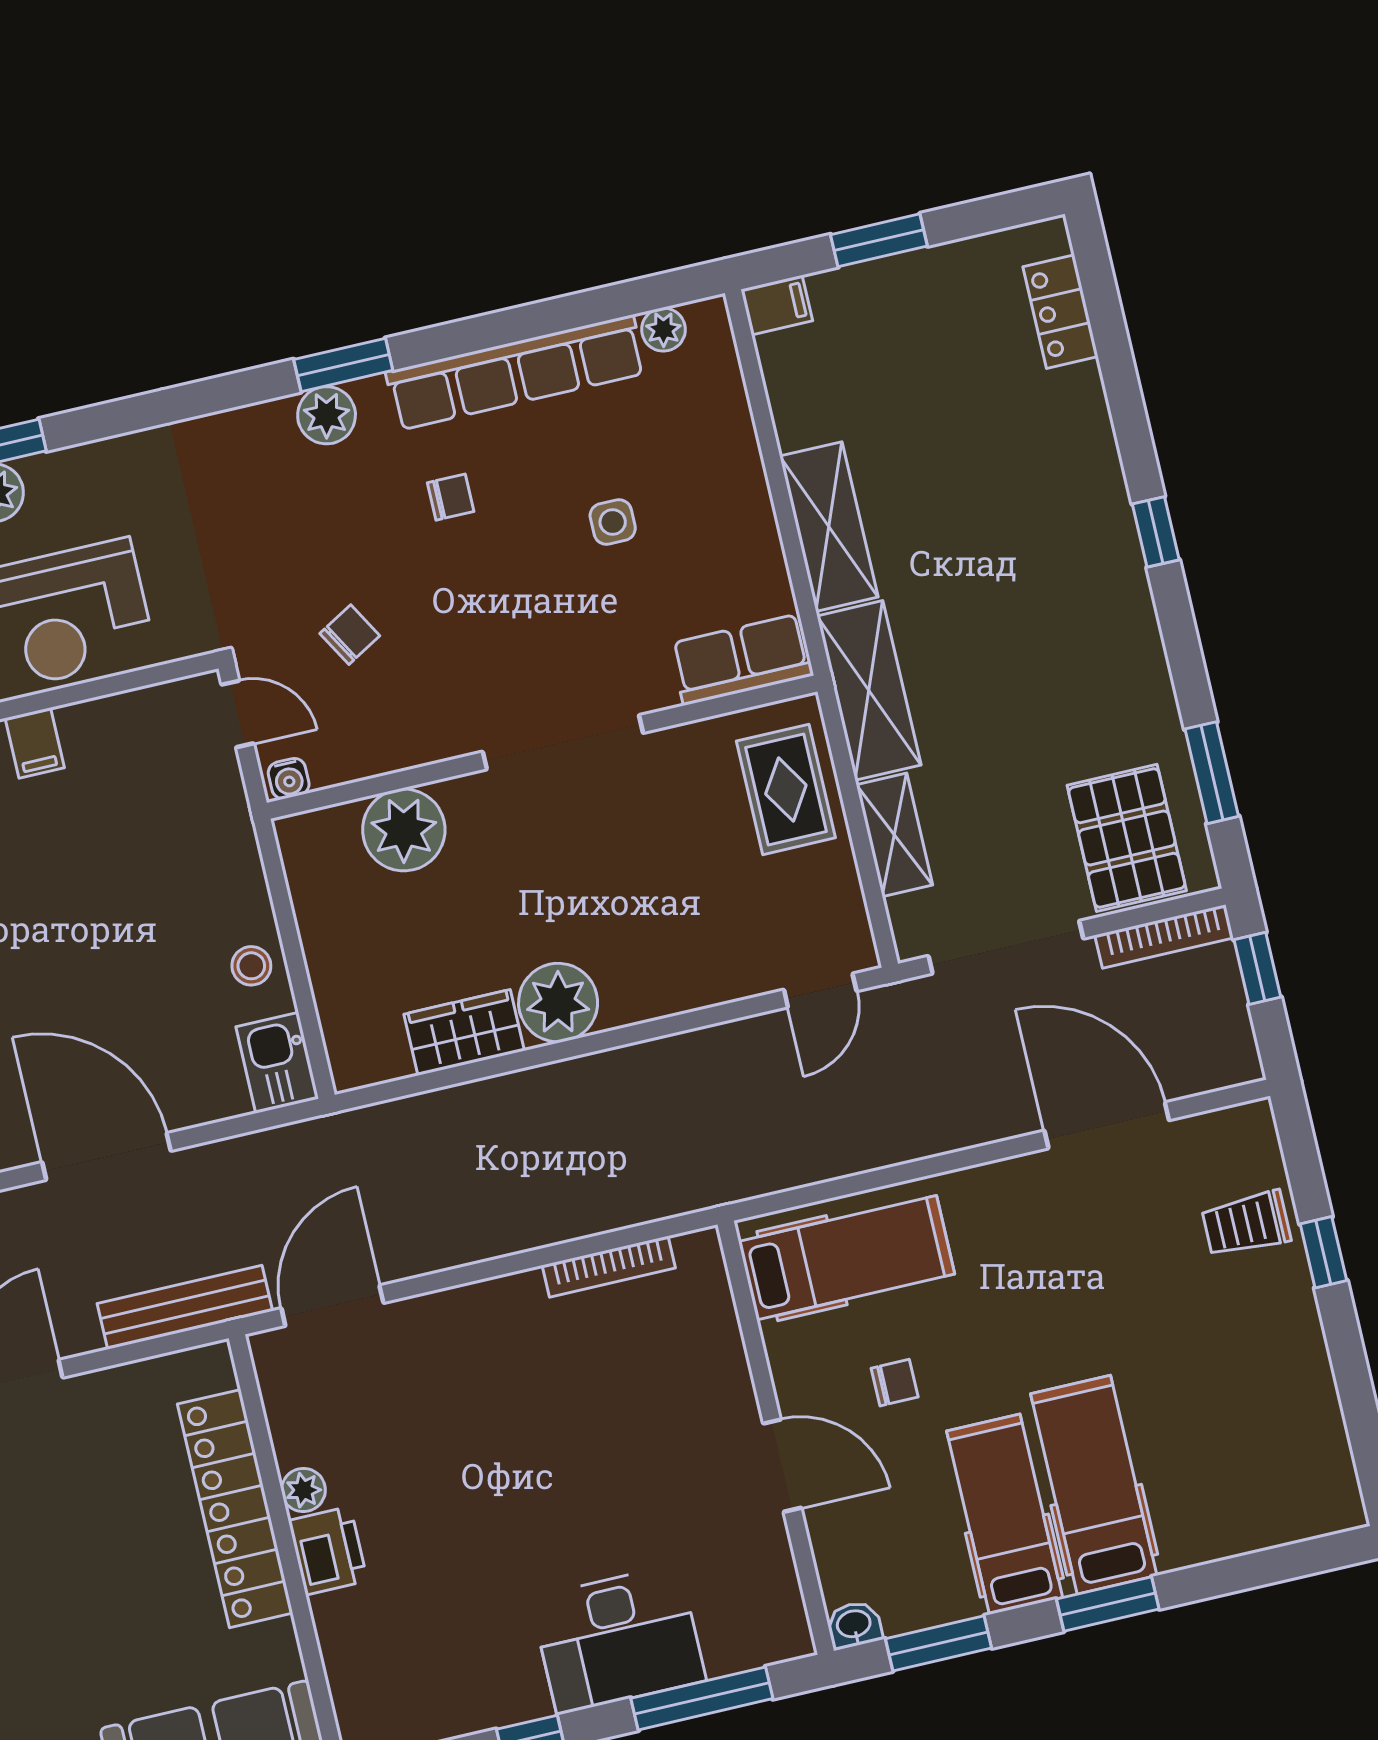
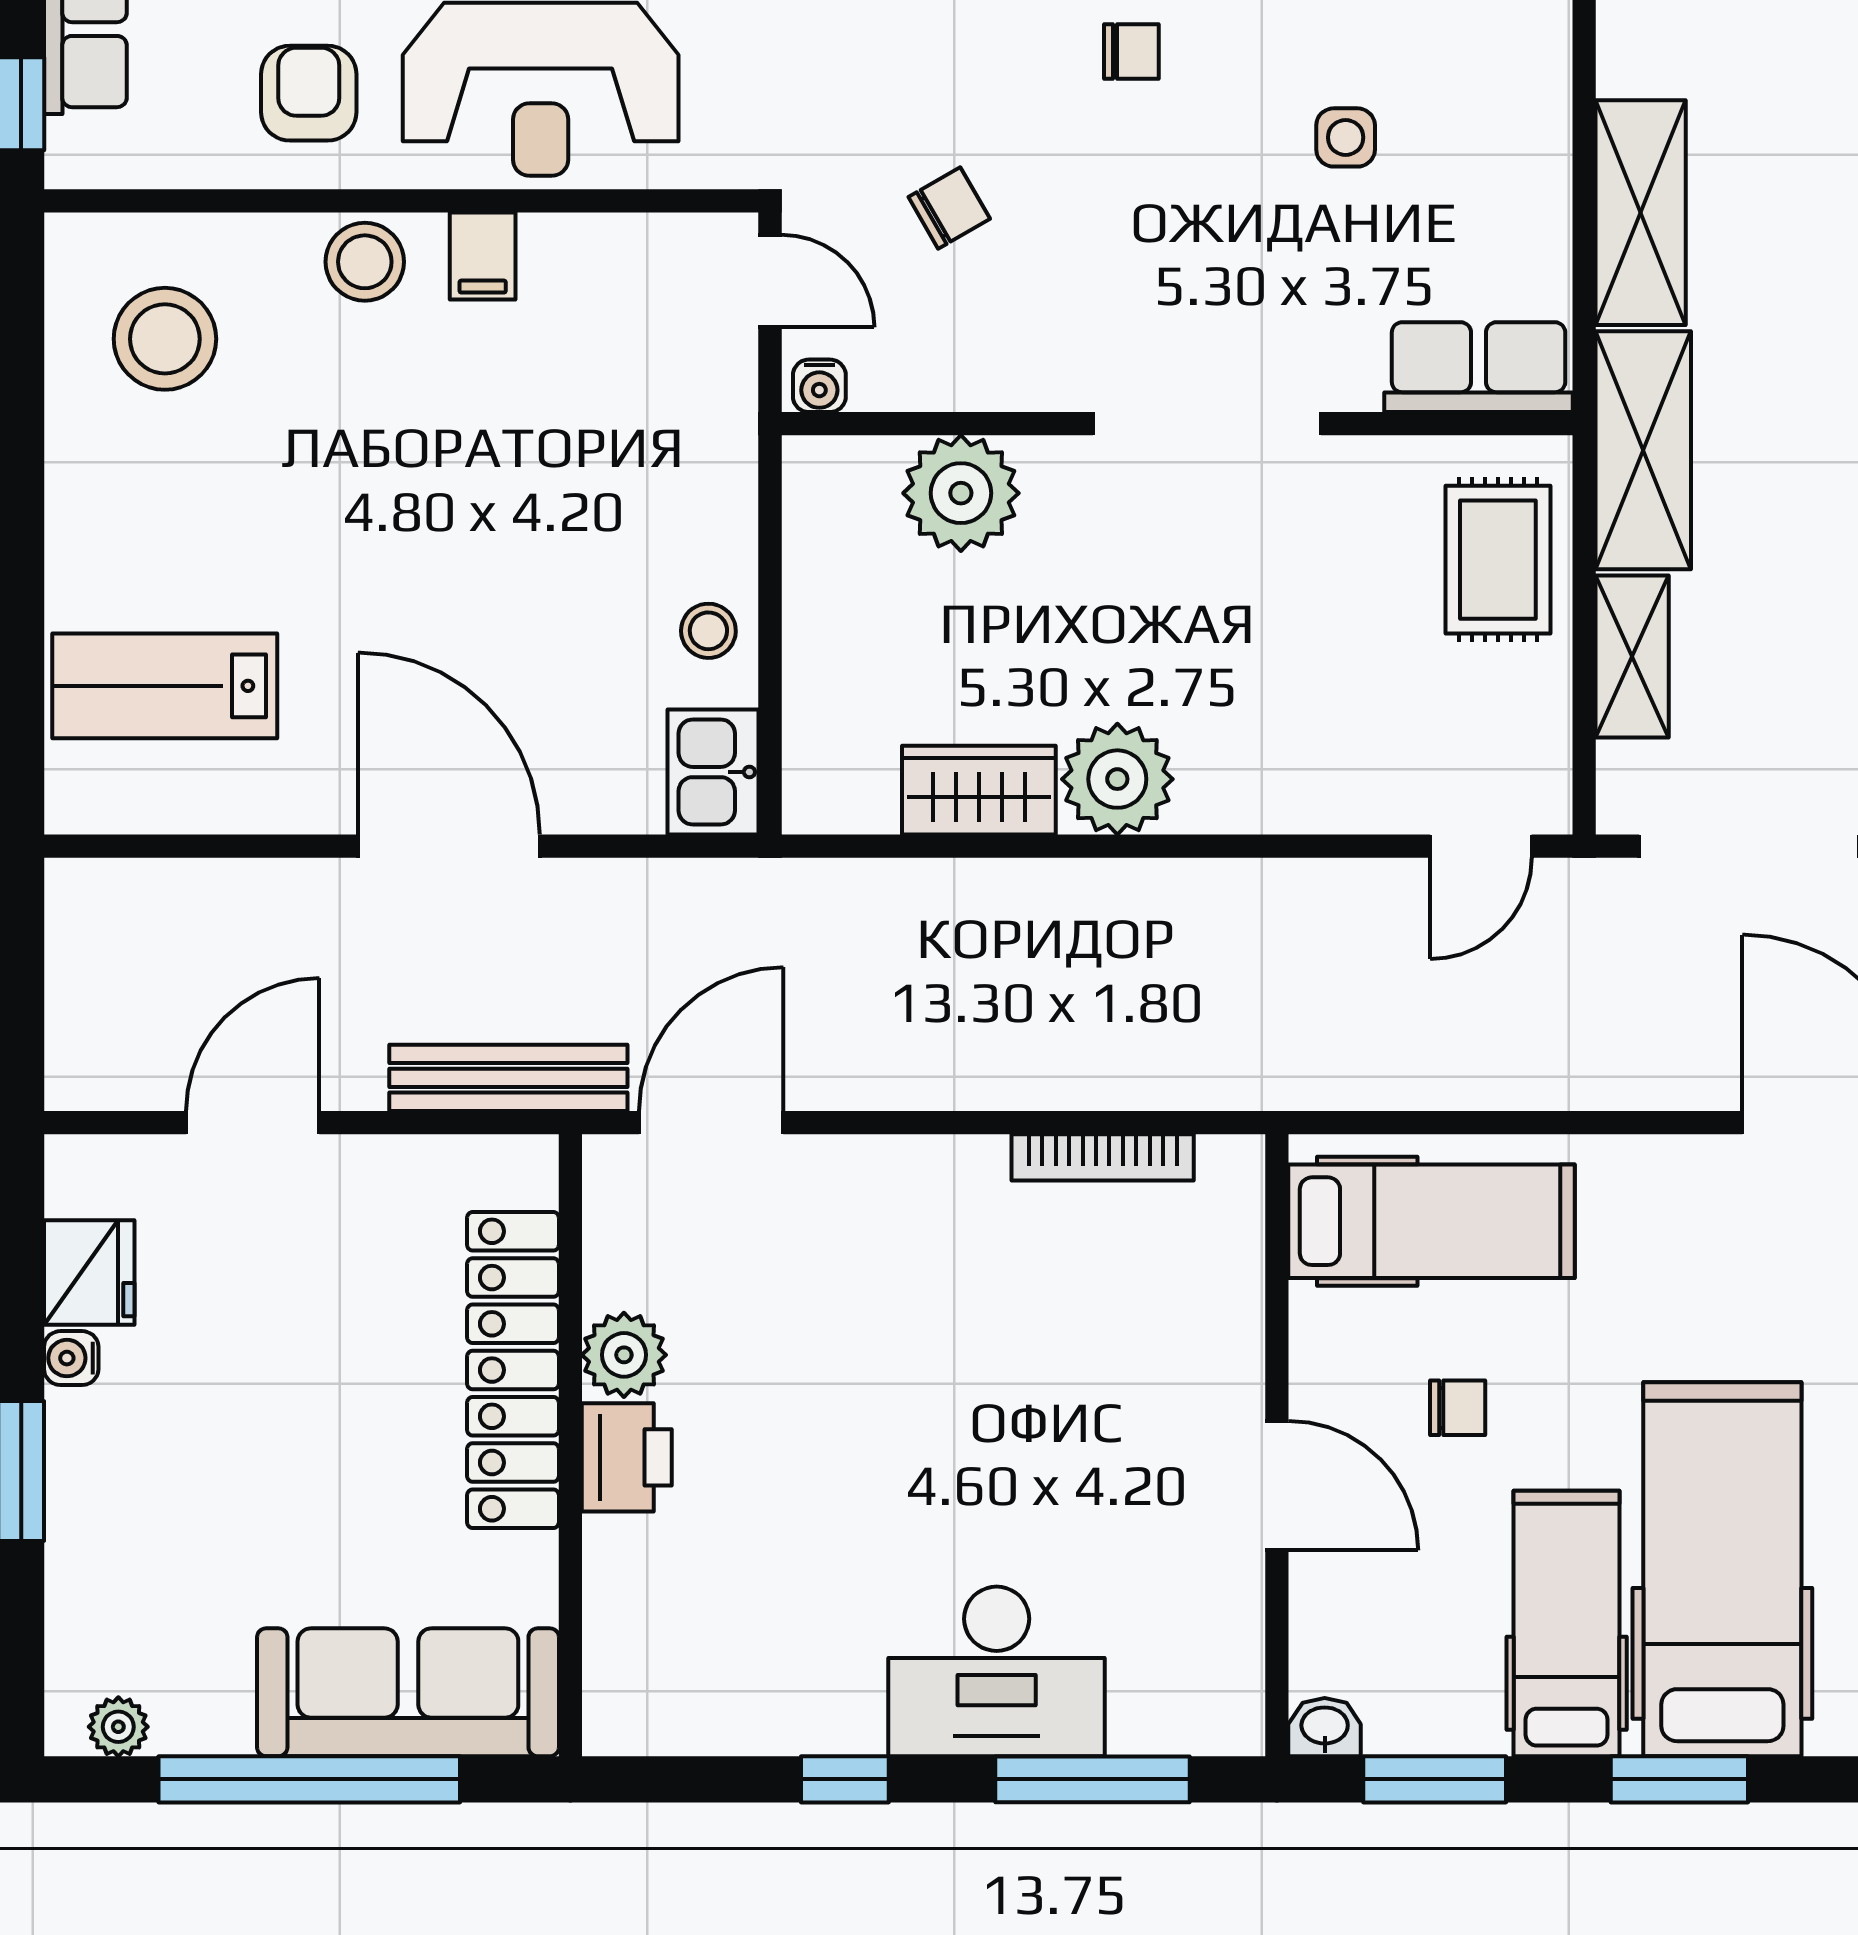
hospital bed: (1094, 1485) -> (1722, 1569), width x1.37, depth x1.29
plant: (303, 1490) -> (624, 1355), width x1.38, depth x1.38

